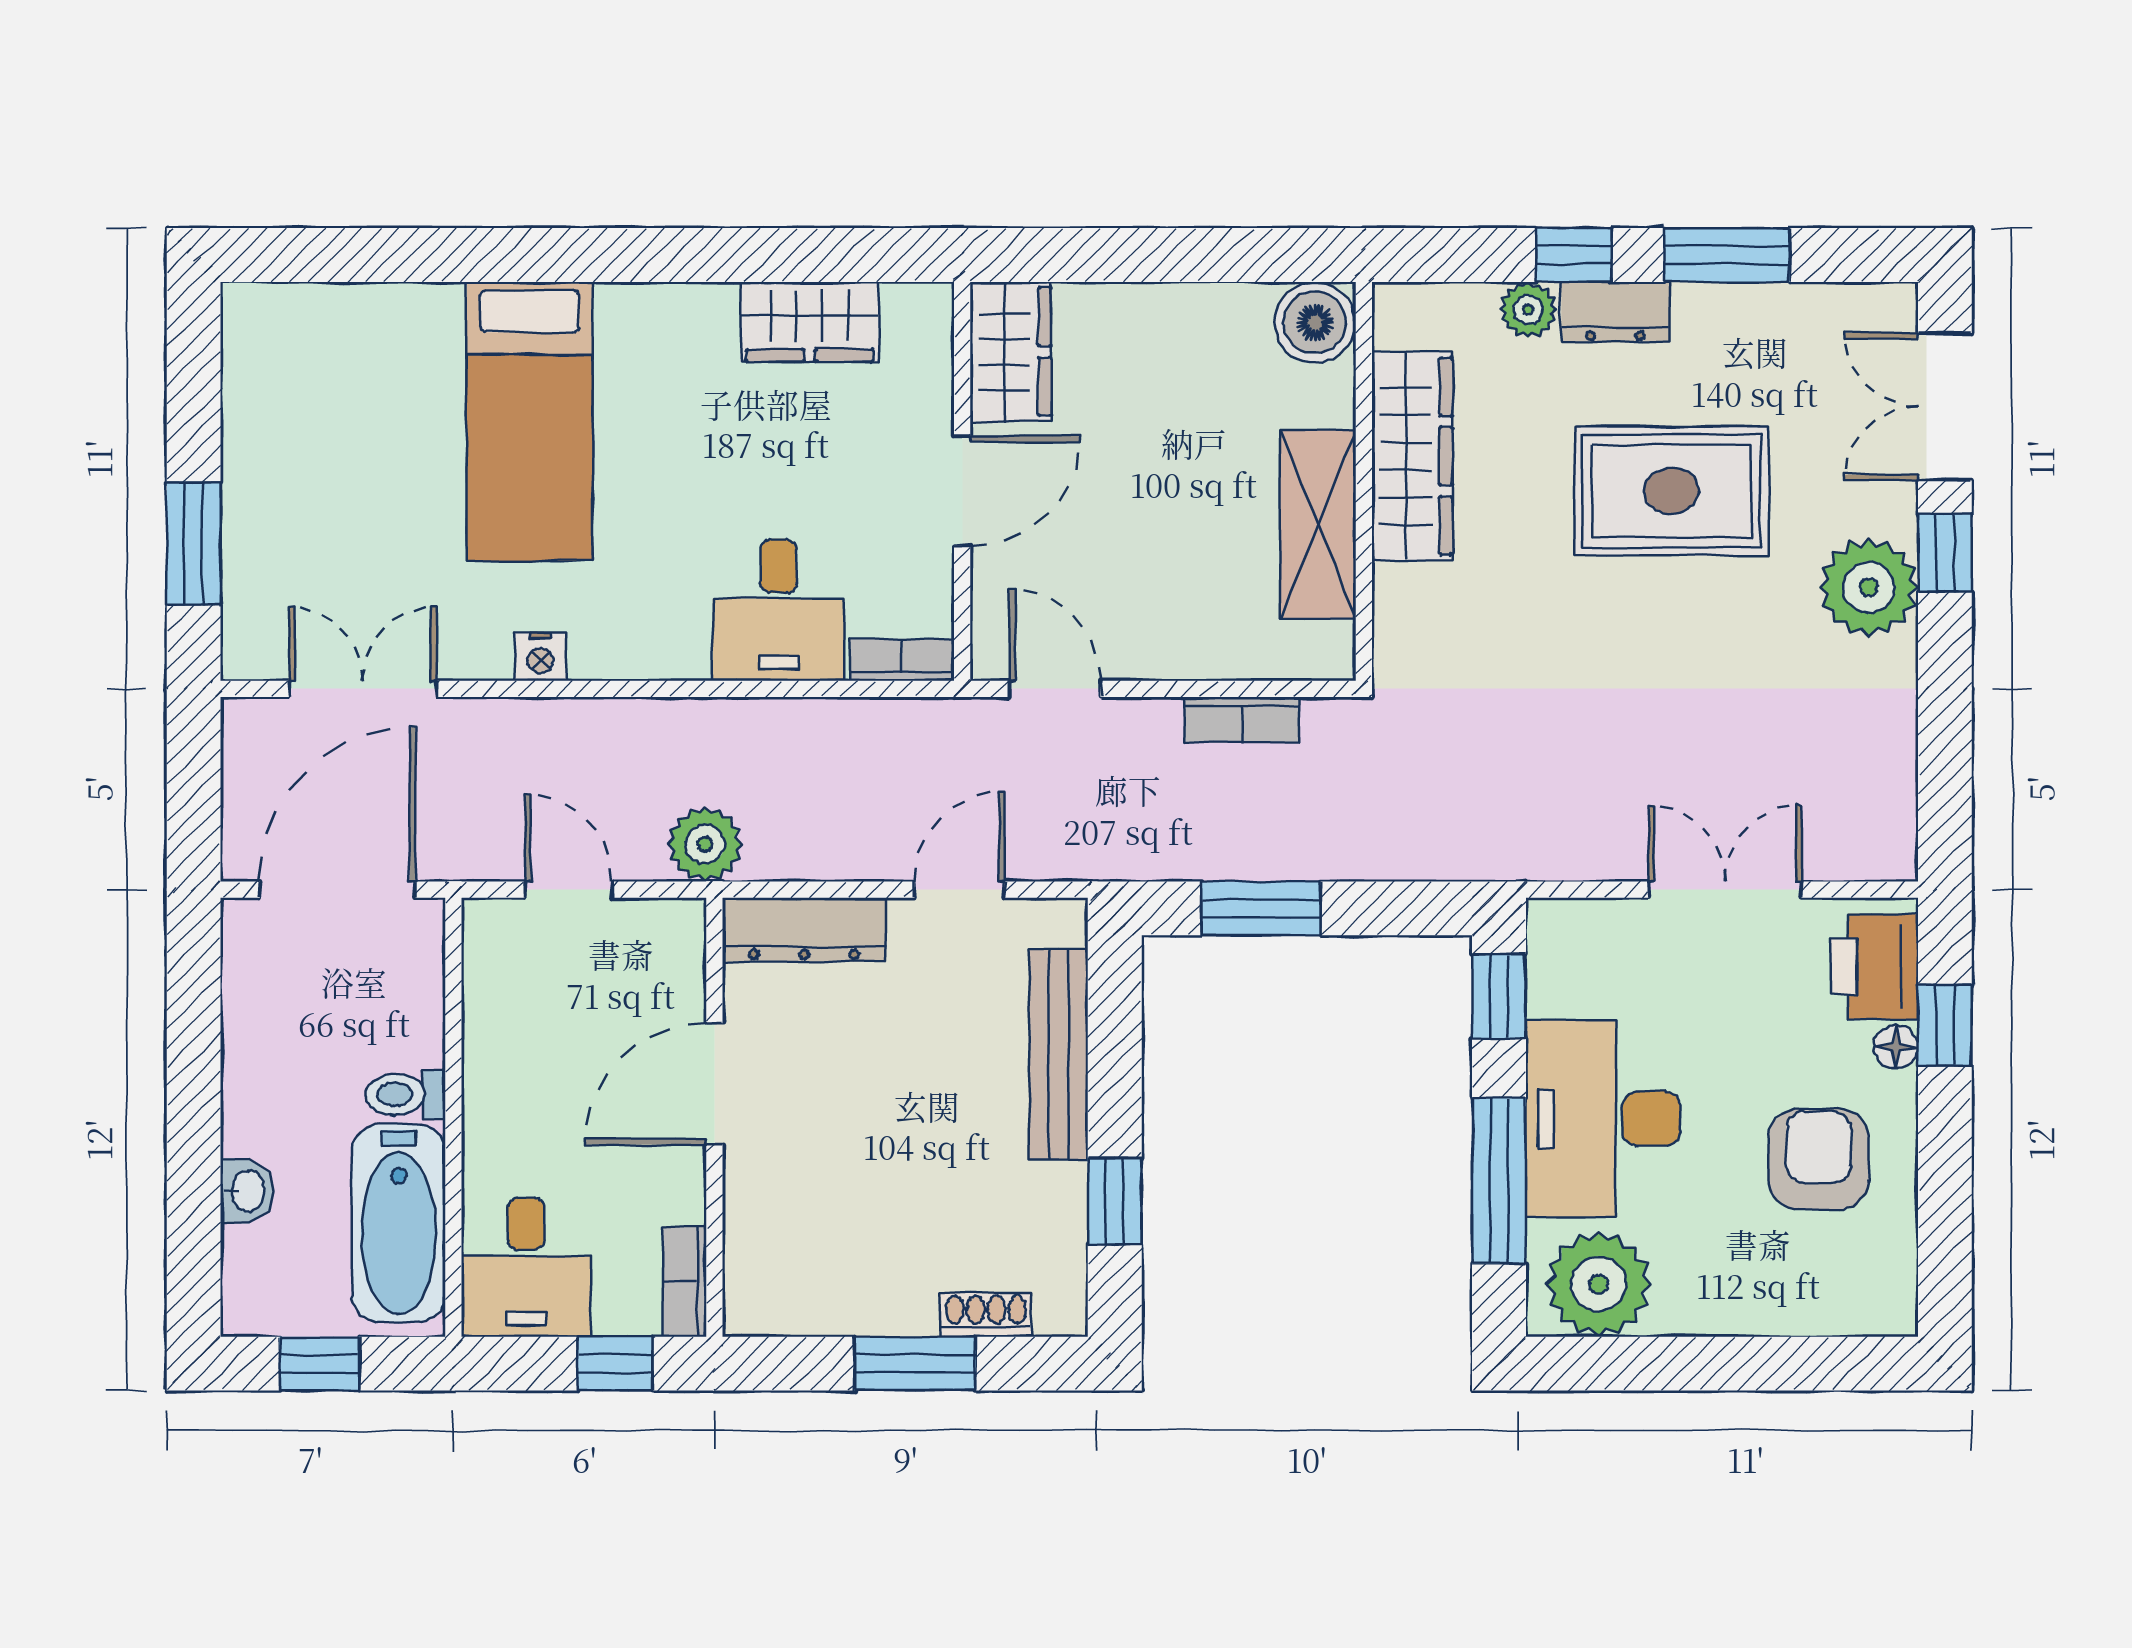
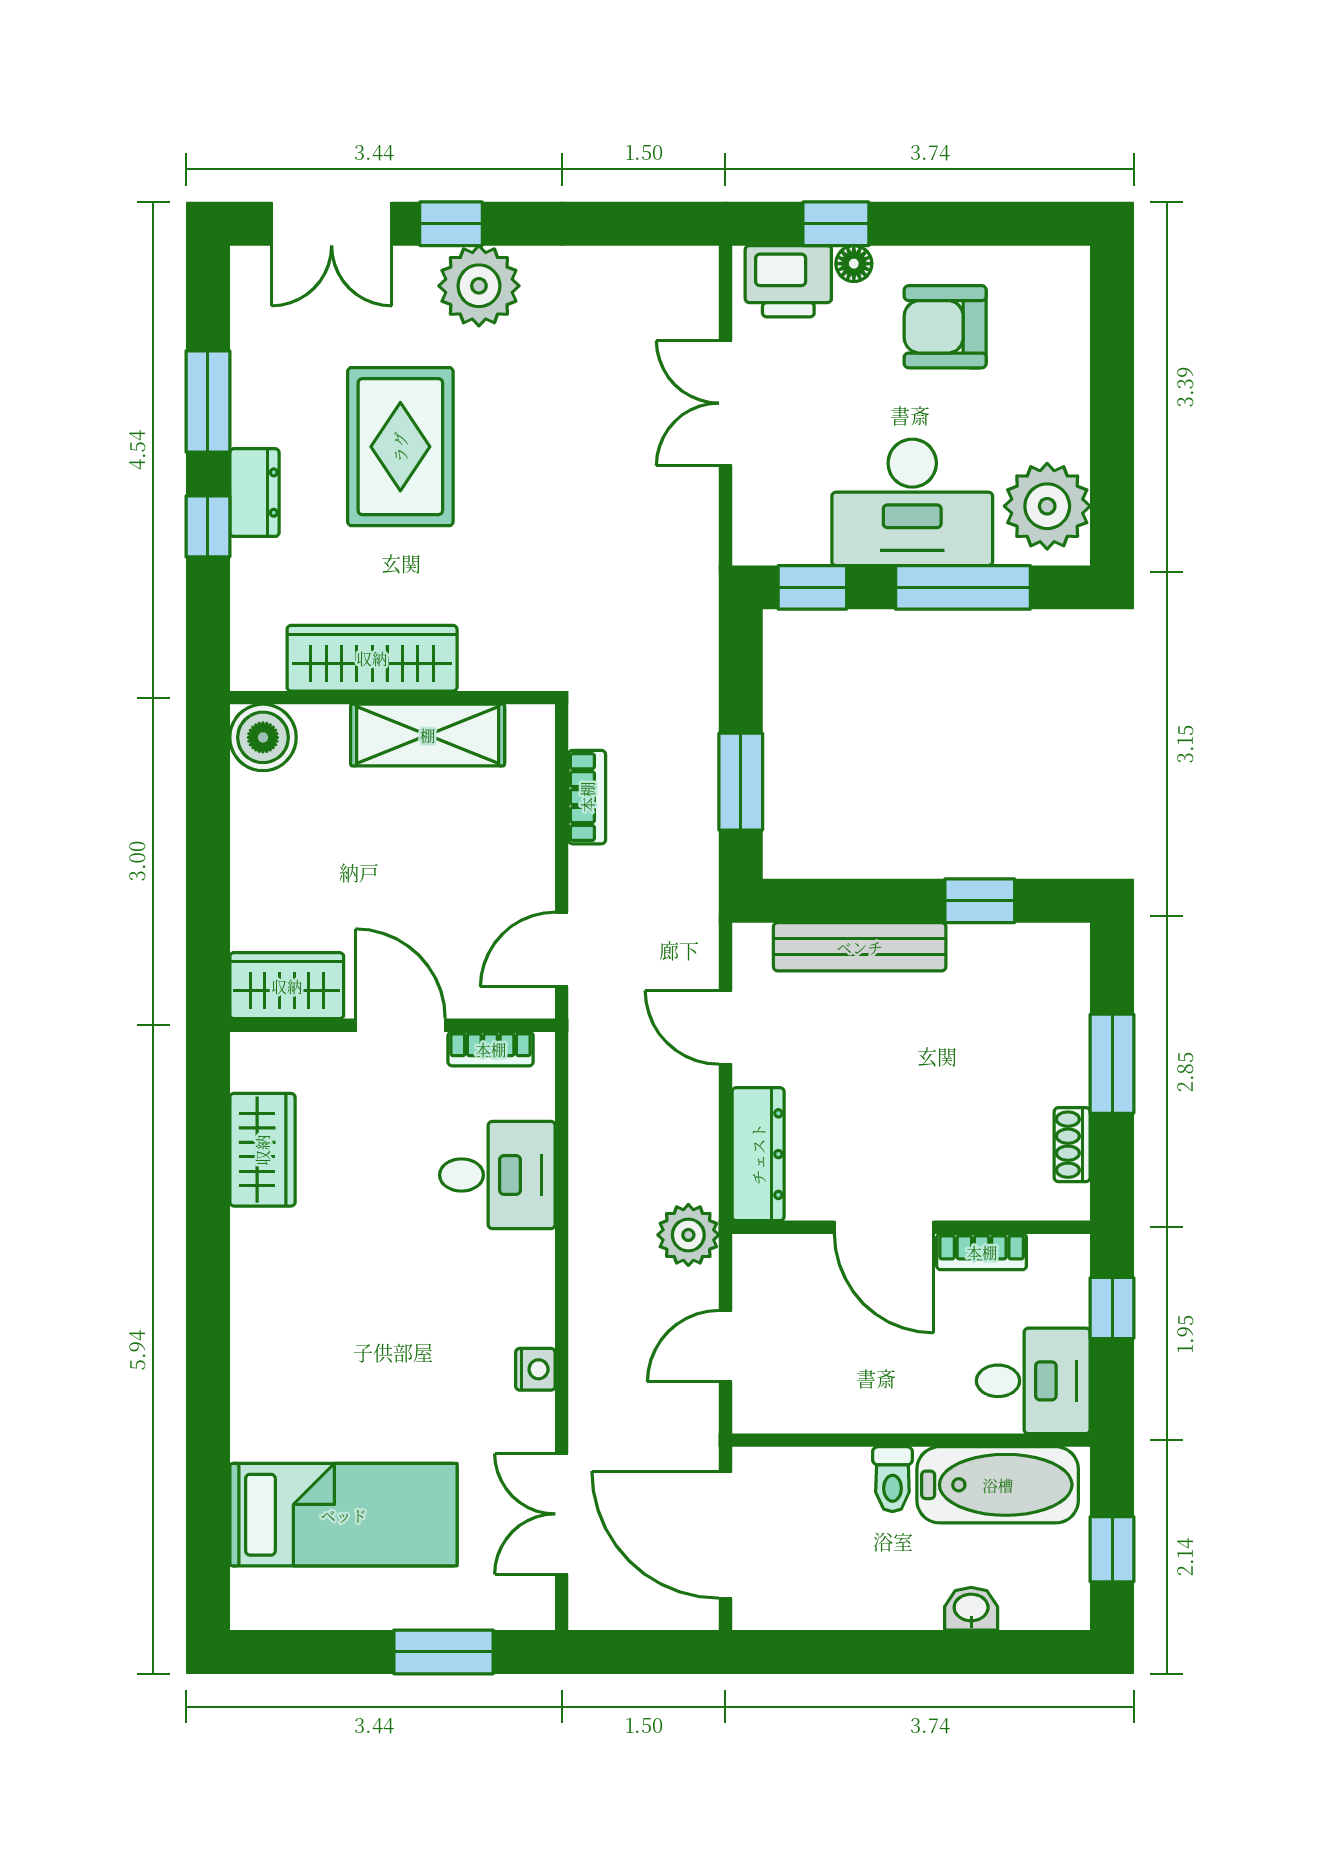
plant: (1528, 310) -> (252, 564), removed
bed: (530, 421) -> (344, 1515), moved
bookcase: (902, 660) -> (491, 1049), moved, turned -90
bookcase: (684, 1282) -> (982, 1252), moved
shoe rack: (986, 1315) -> (1072, 1145), moved

